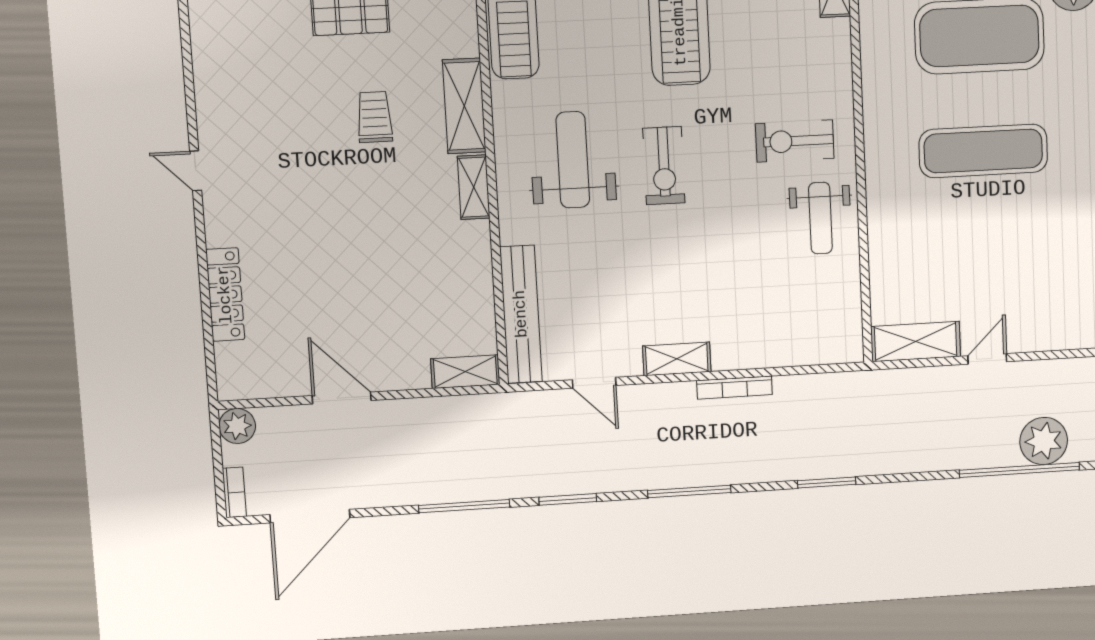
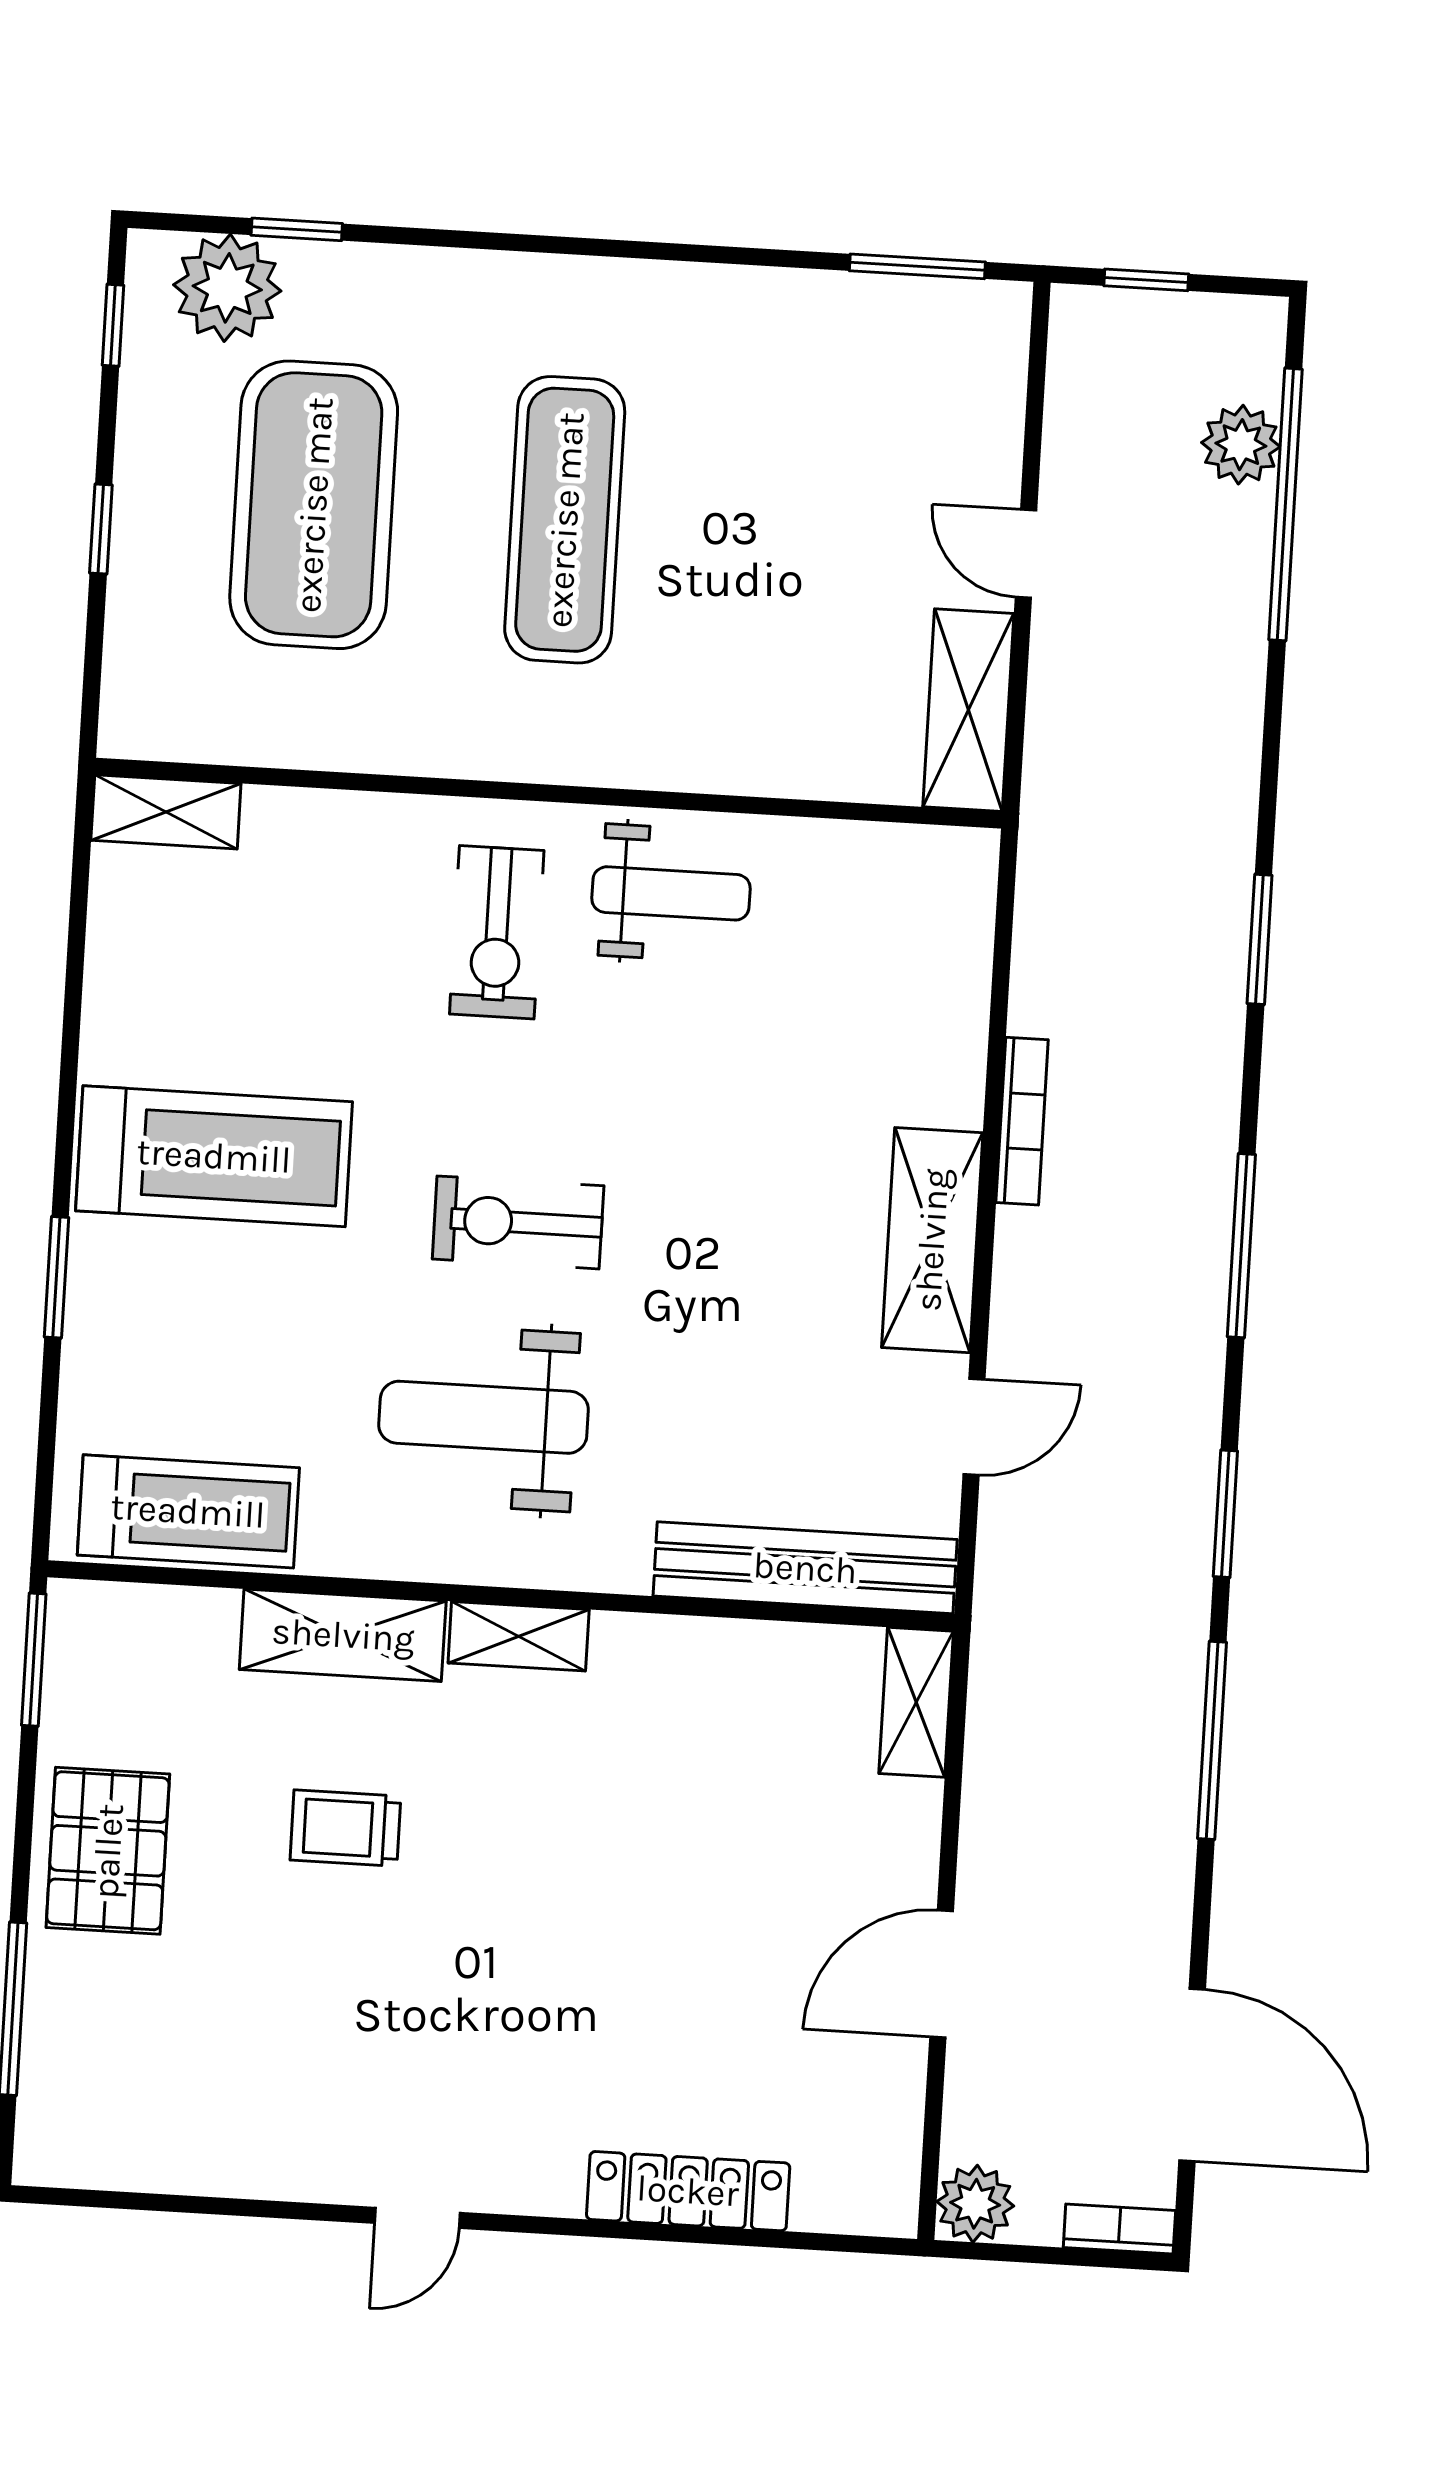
exercise bike: (664, 166) -> (518, 1222), turned 180
shelving: (677, 359) -> (932, 1240), width x1.50, depth x1.33
plant: (1044, 441) -> (1241, 445), width x0.73, depth x0.73

